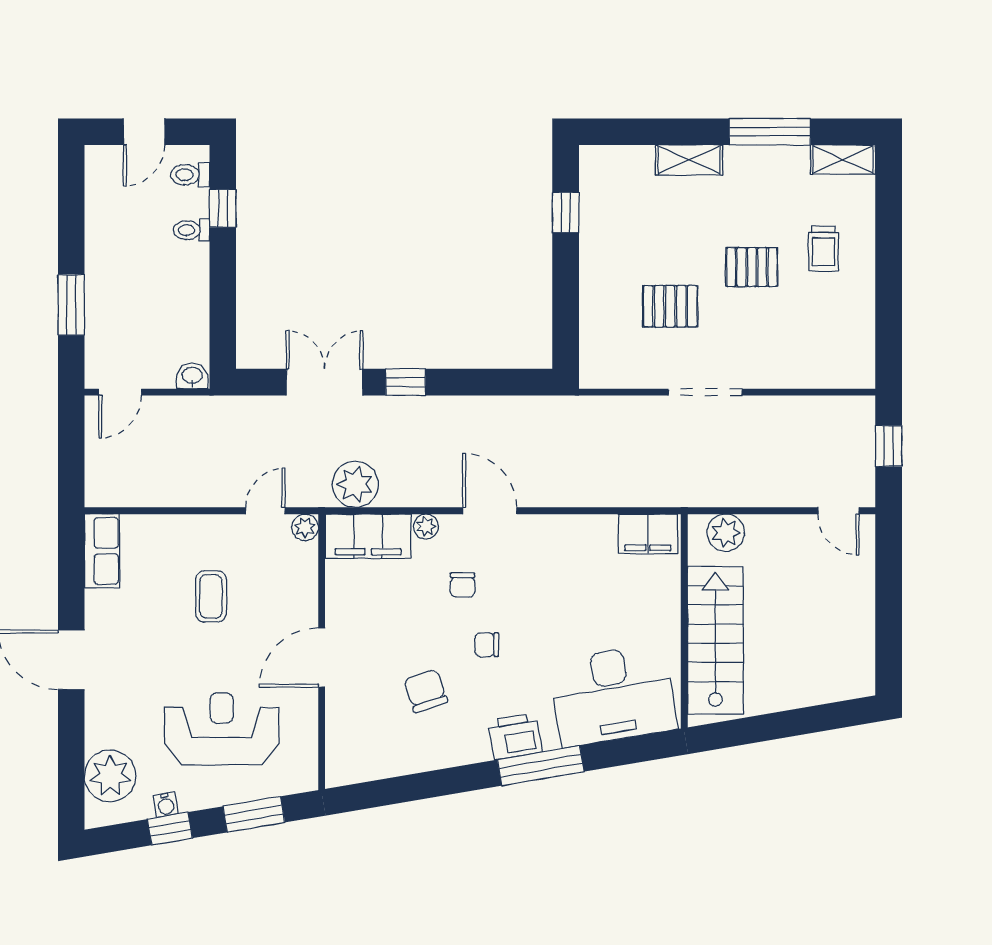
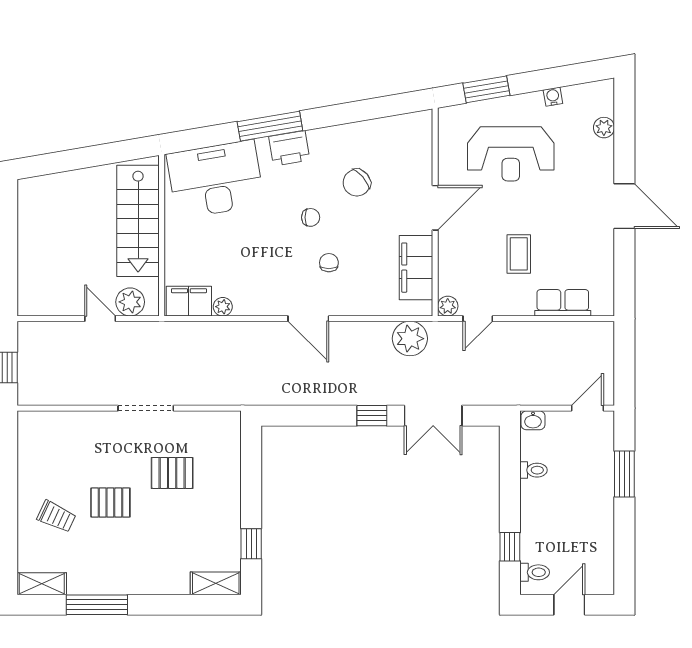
shelving: (689, 160) -> (216, 583), moved
toilet: (192, 230) -> (533, 470), moved
trolley: (823, 249) -> (56, 516), turned 115
door: (838, 511) -> (100, 319), moved
plant: (426, 526) -> (223, 307), moved
filing cabinet: (368, 536) -> (416, 268), moved, turned -90
row of seats: (102, 551) -> (563, 303), moved, turned 90
chair: (426, 691) -> (357, 183), turned 68
plant: (110, 776) -> (604, 128), width x0.53, depth x0.53
window: (170, 829) -> (550, 79), removed

